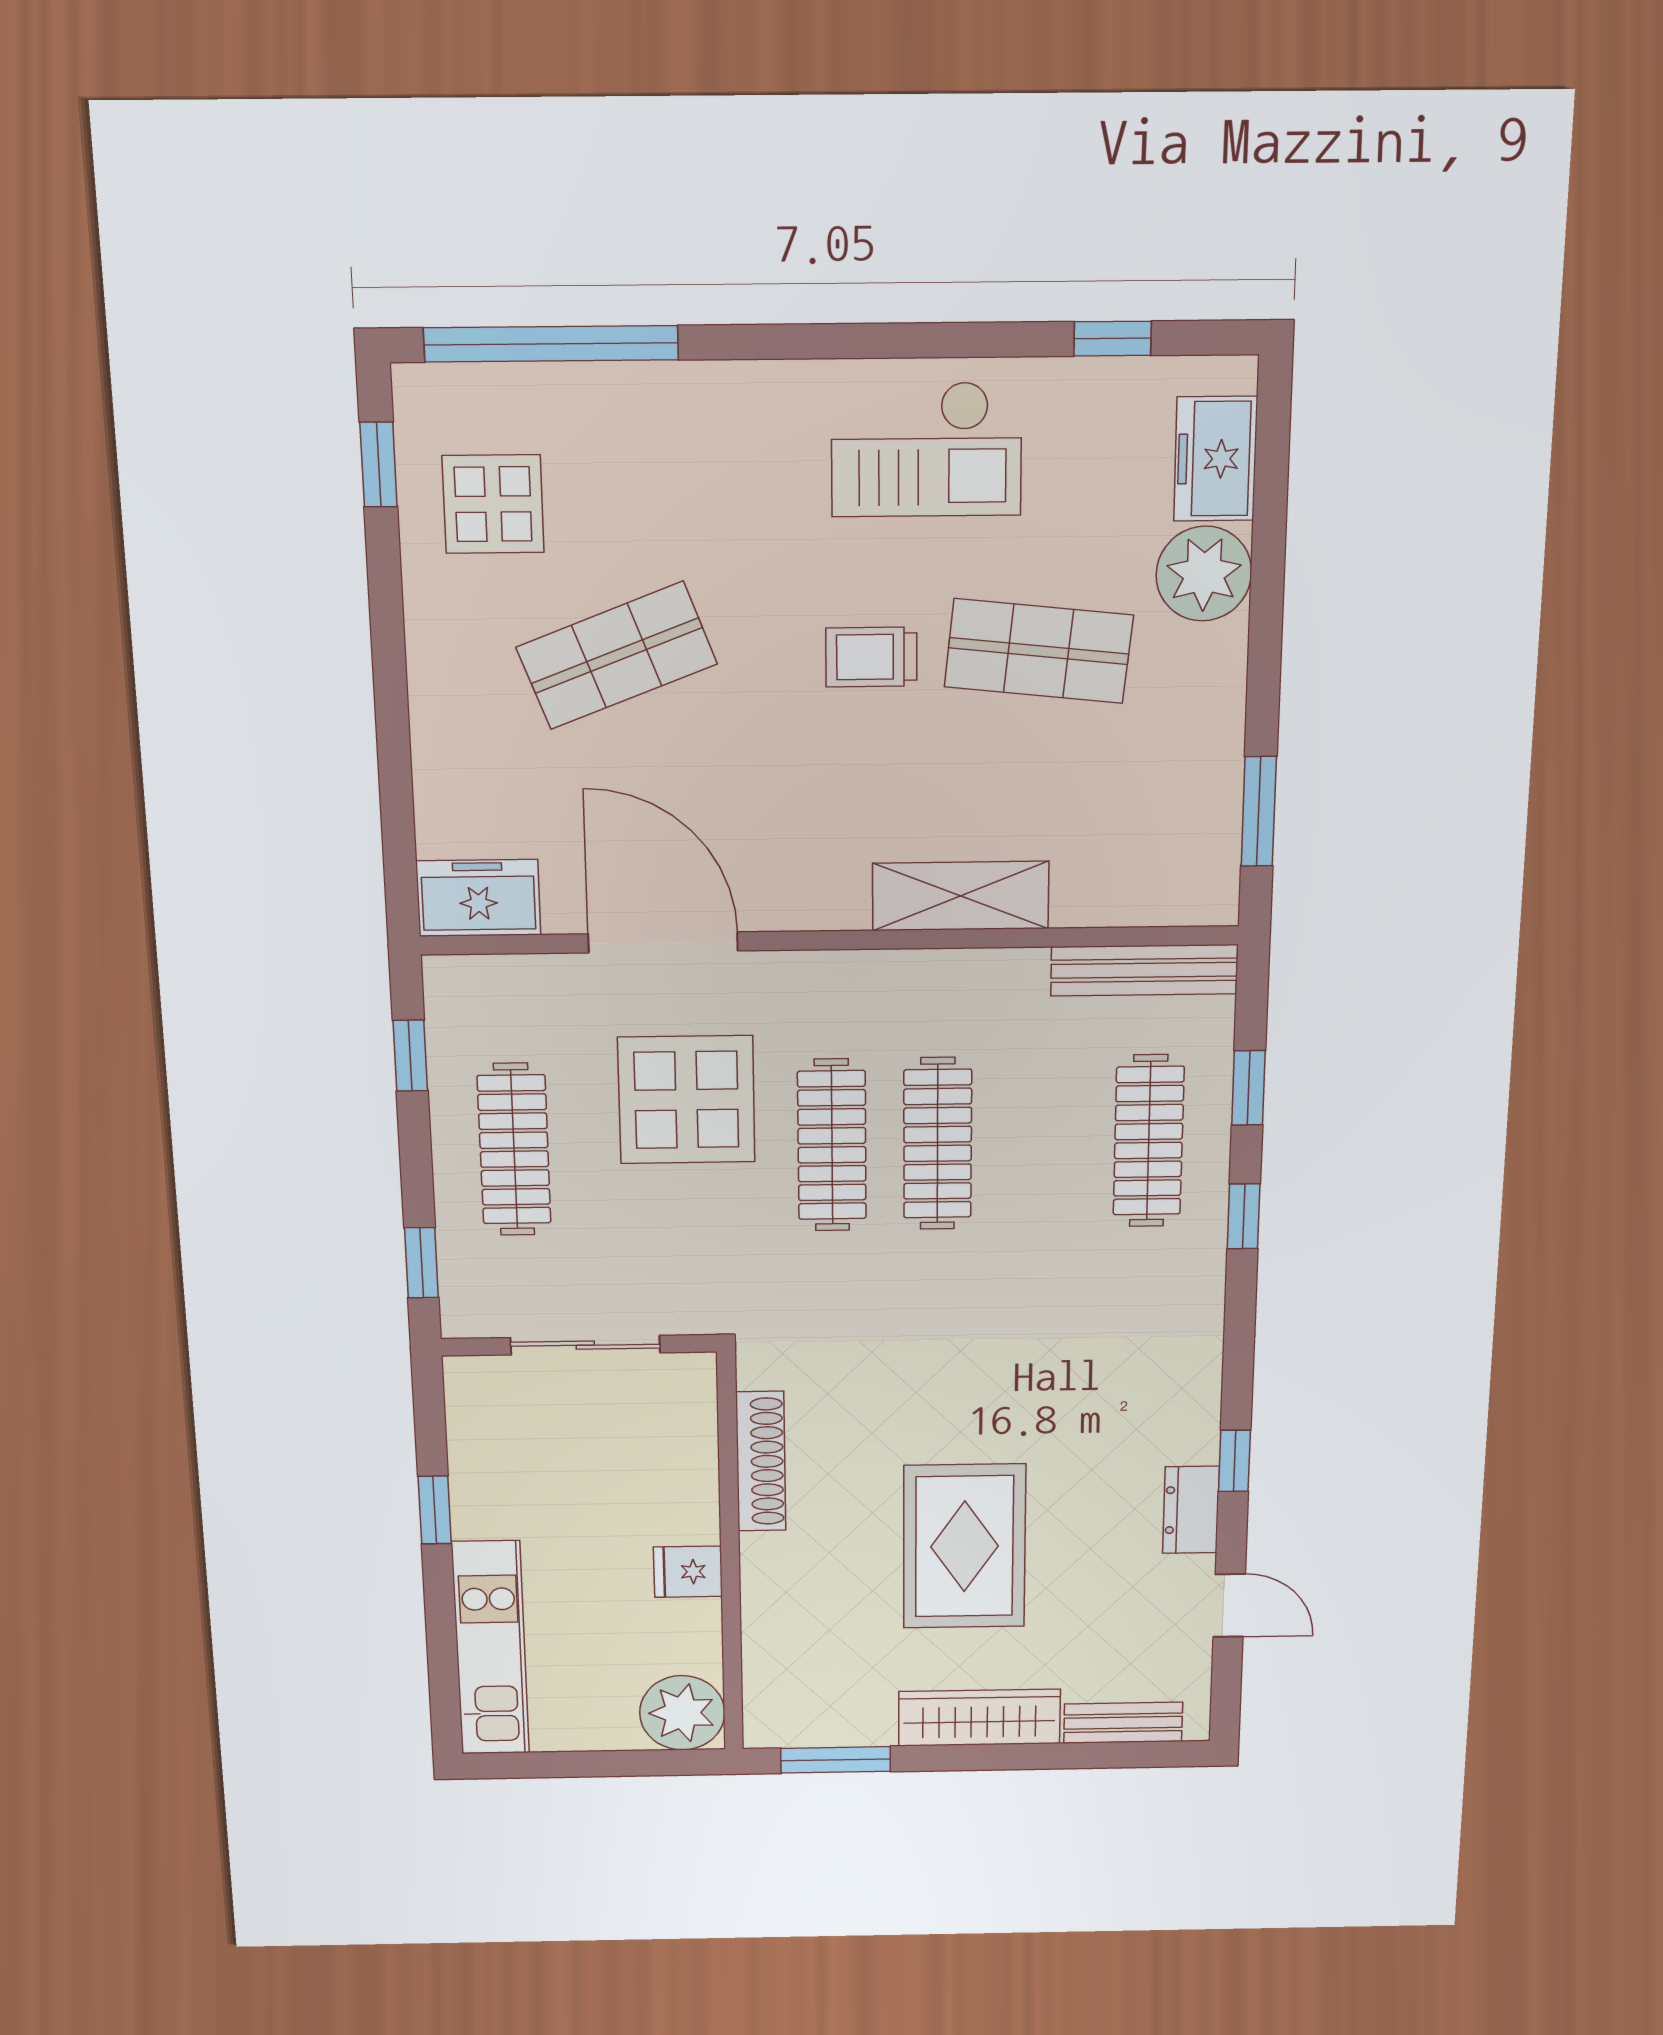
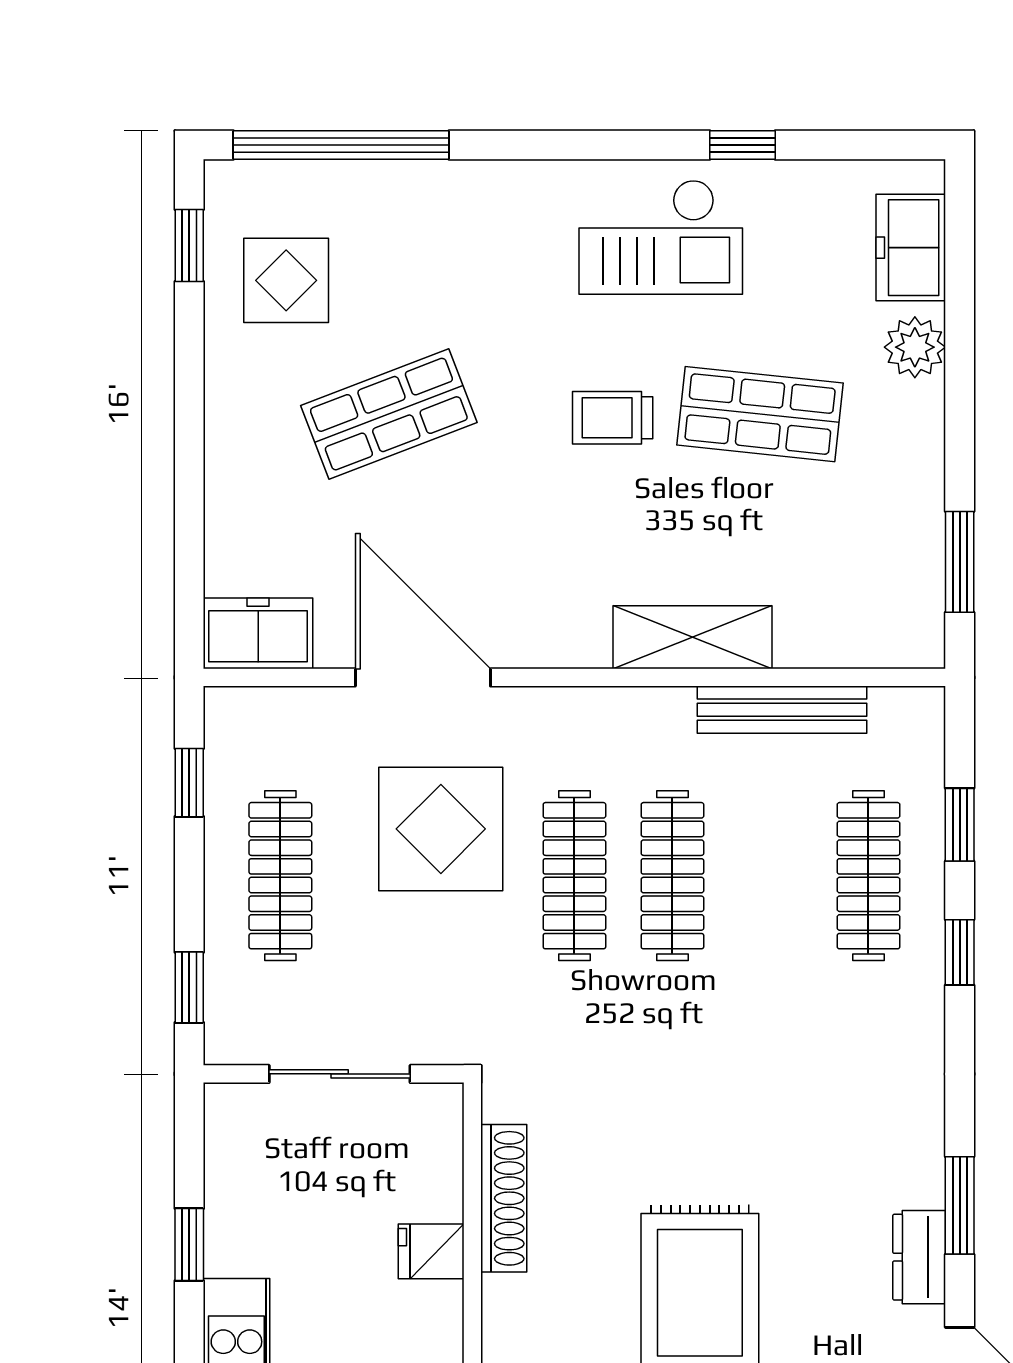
window: (1113, 339) -> (743, 145), moved
plant: (1204, 574) -> (915, 347), width x0.73, depth x0.73
bench: (1144, 970) -> (782, 710), moved
window: (1235, 1461) -> (960, 1205), width x1.50
fridge: (688, 1572) -> (431, 1251), moved

